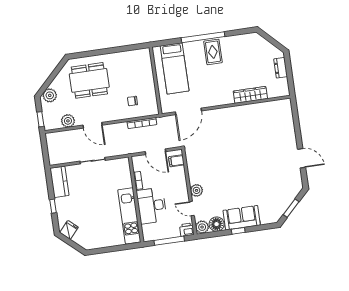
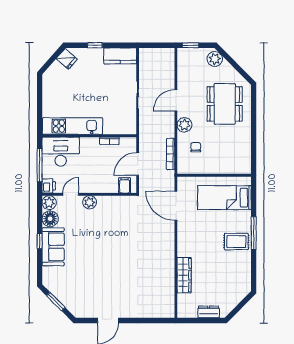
window: (203, 37) -> (254, 233), width x0.68
plant: (68, 121) -> (184, 125), moved
desk: (152, 206) -> (61, 152), moved

